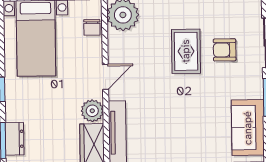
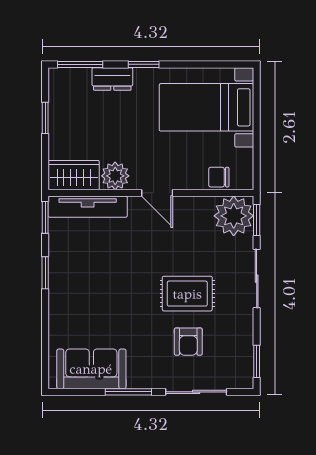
armchair: (225, 50) -> (188, 342), turned 180
dresser: (15, 139) -> (112, 79), moved

